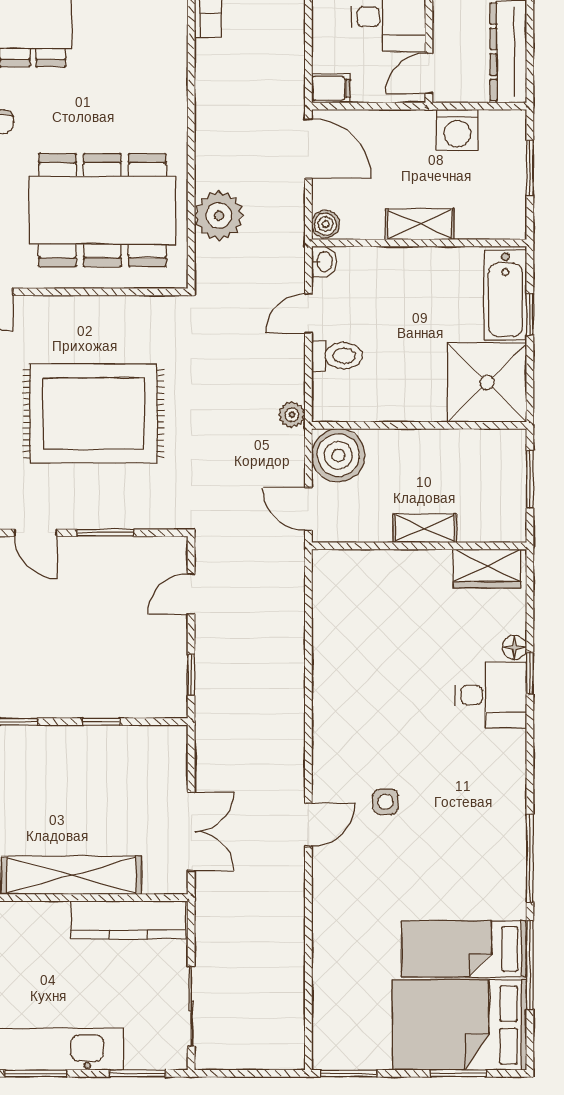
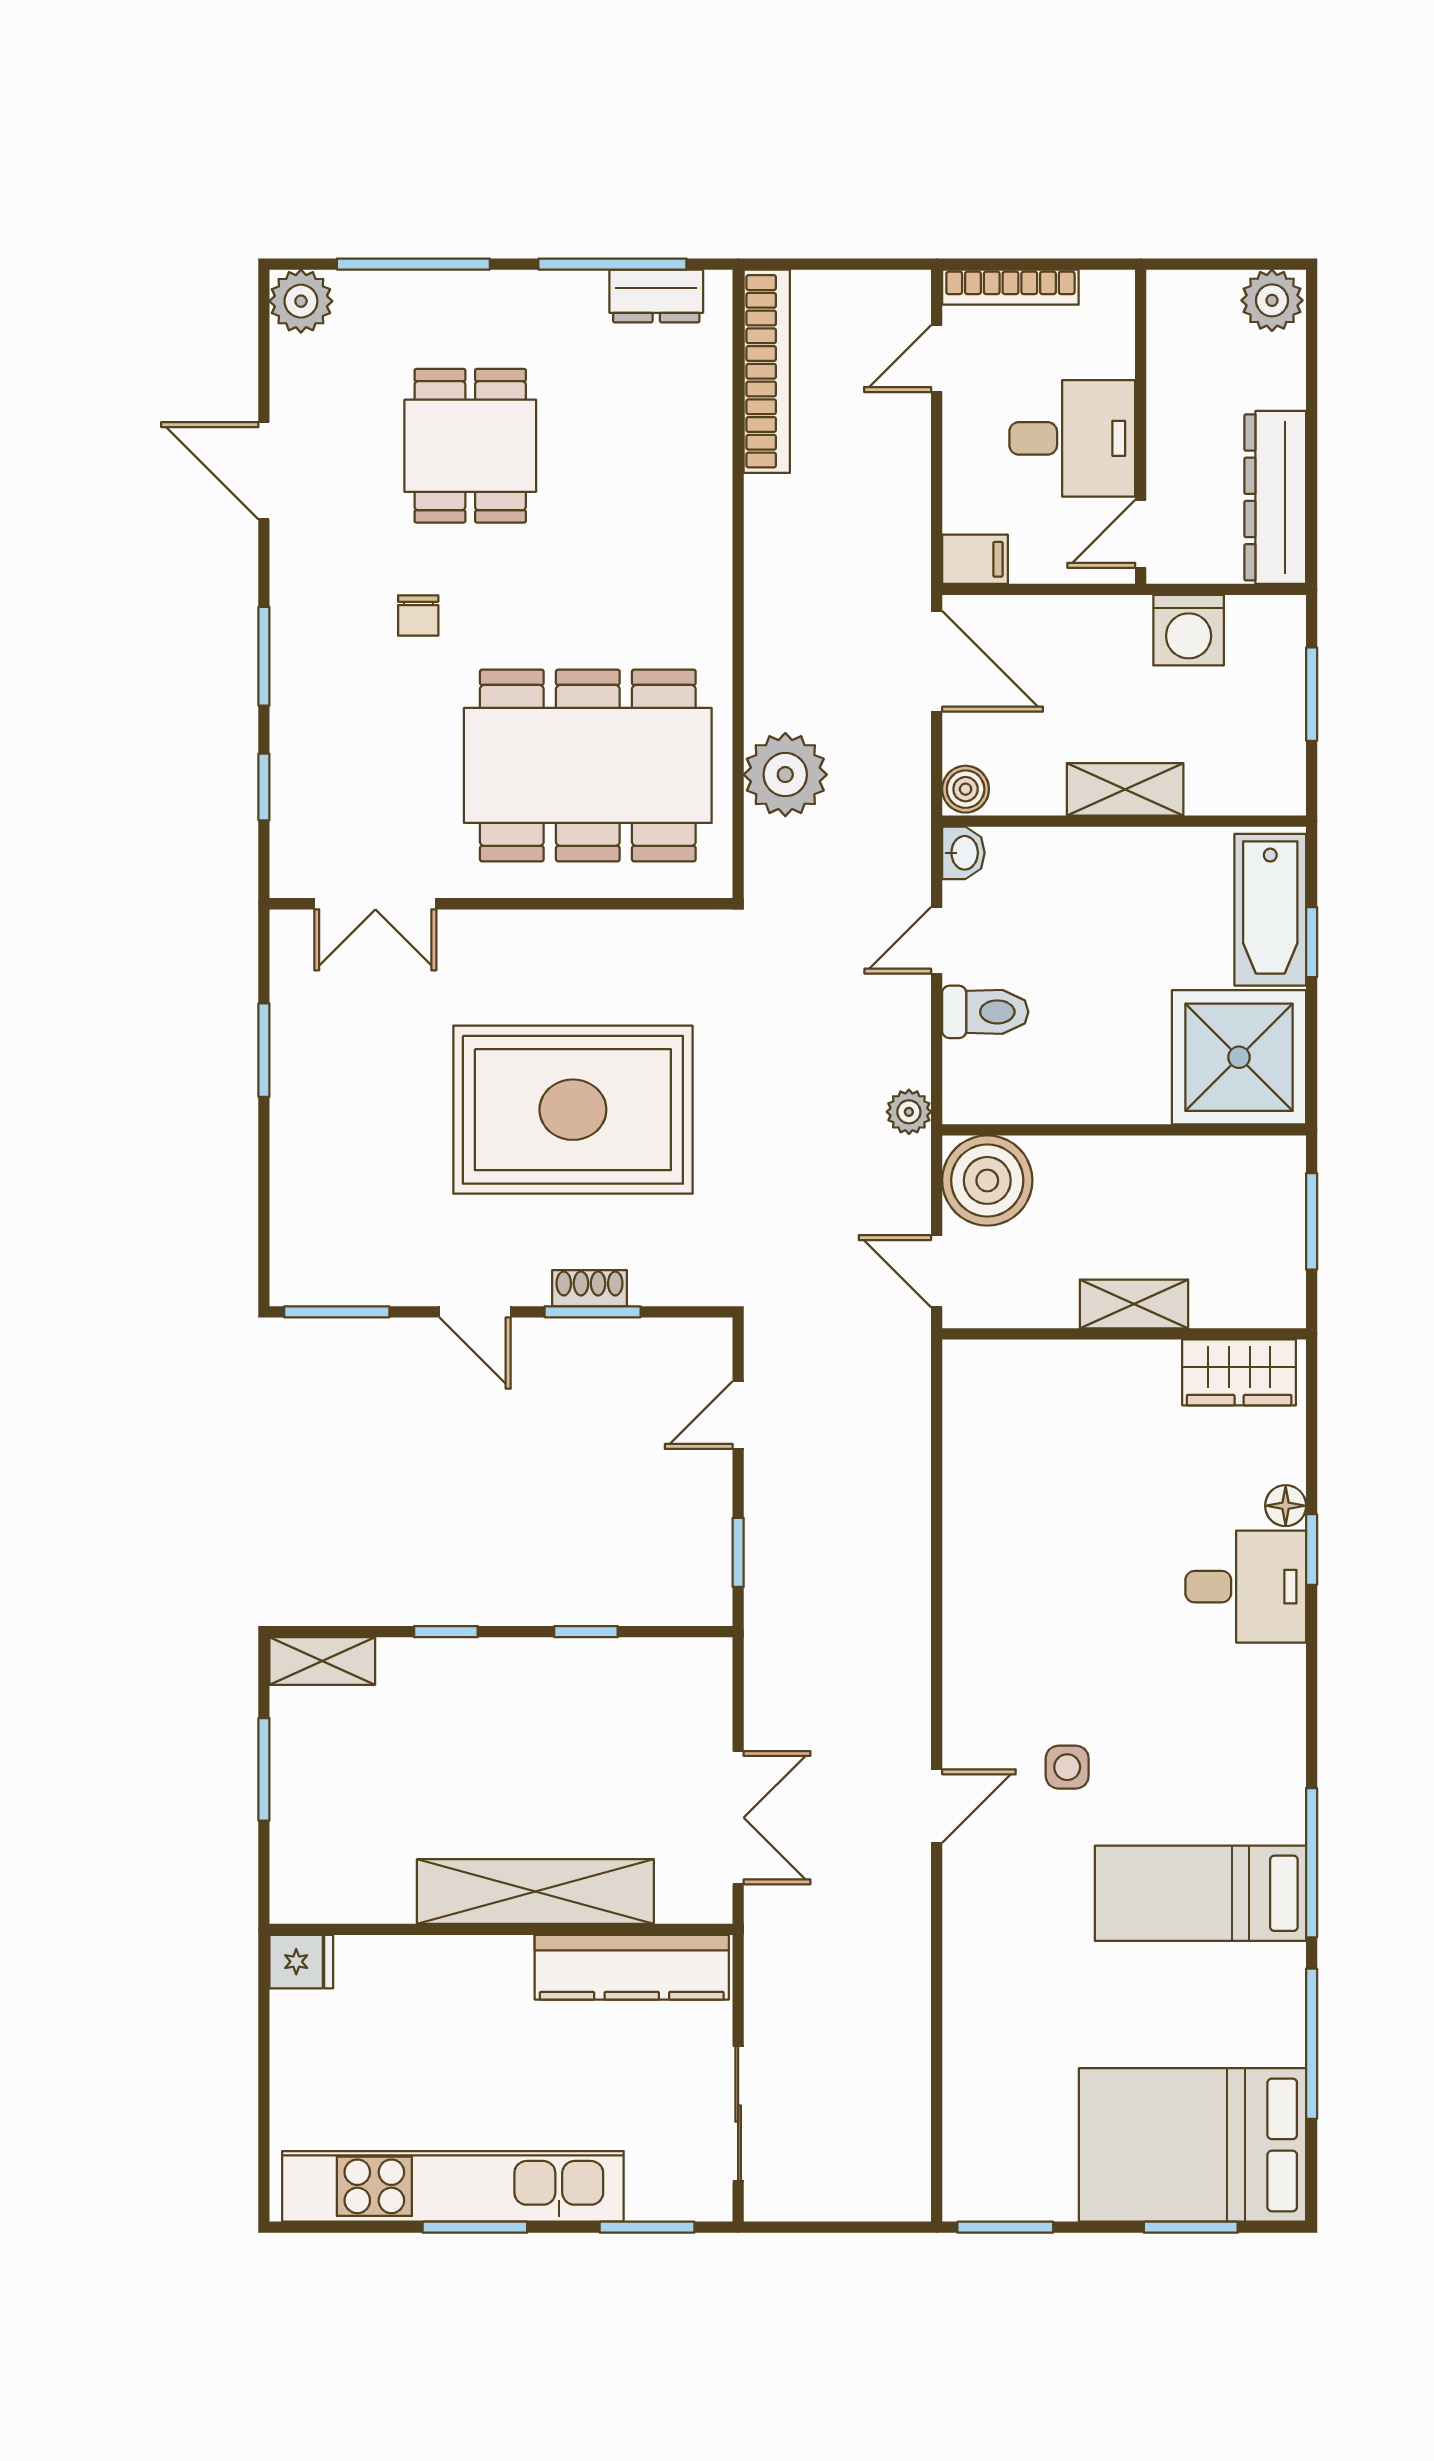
shoe rack: (103, 519) -> (590, 1288), added
bed: (464, 949) -> (1200, 1893), moved

